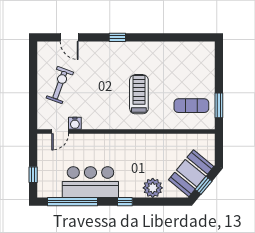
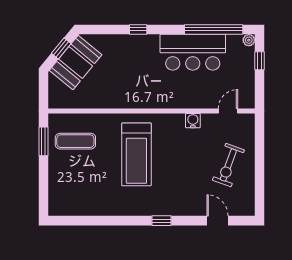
treadmill: (139, 94) -> (136, 154), width x1.37, depth x1.37
water cooler: (75, 123) -> (193, 121), moved
plant: (153, 188) -> (249, 40), moved, width x0.53, depth x0.53
window: (125, 202) -> (138, 29), moved

